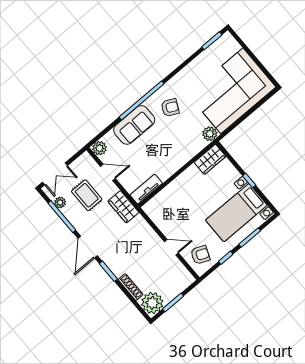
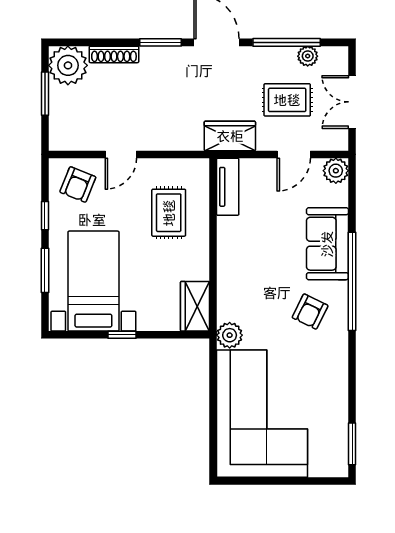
double door: (55, 174) -> (352, 102), moved
rug: (179, 205) -> (169, 213), added

